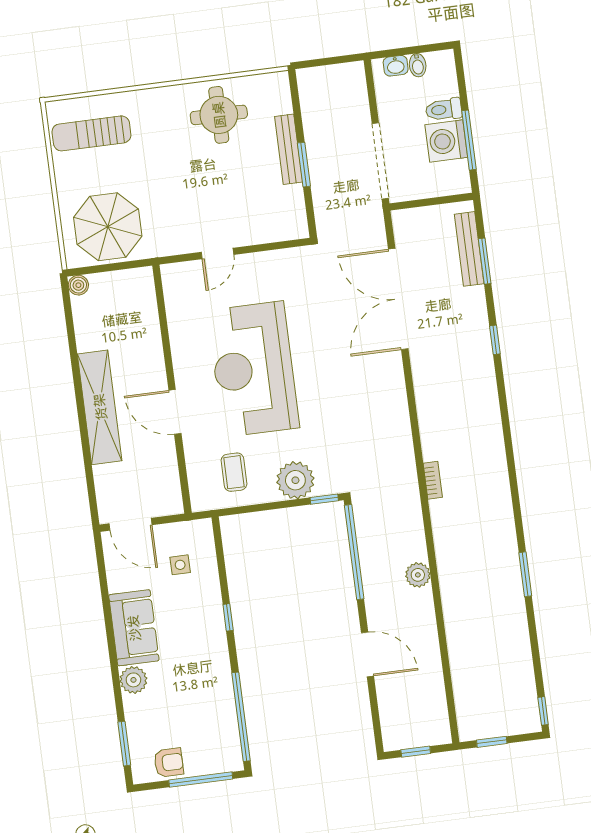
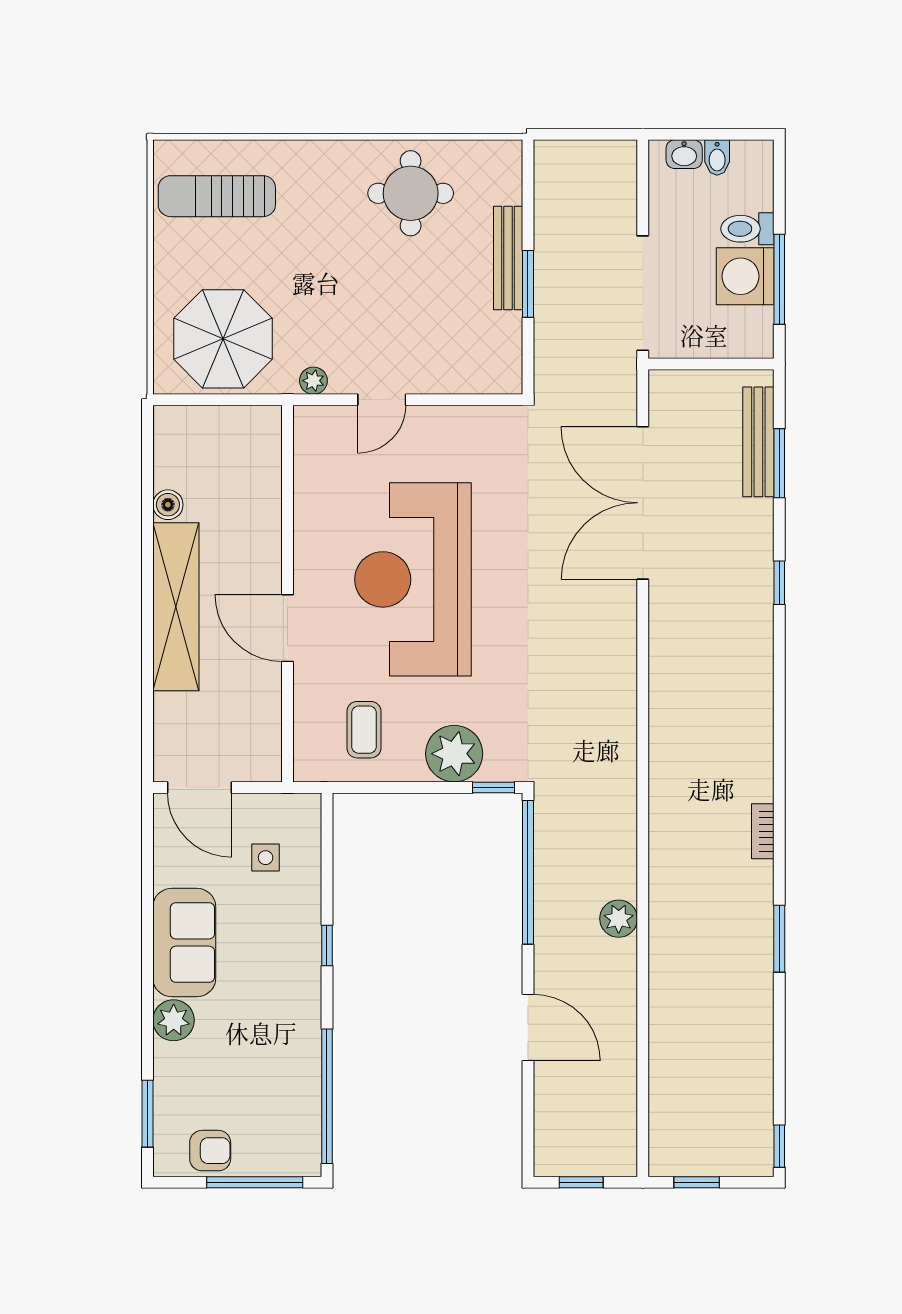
plant: (171, 247) -> (313, 381), added
boiler: (78, 285) -> (168, 505), moved
bookcase: (433, 480) -> (763, 831), moved, turned 180

